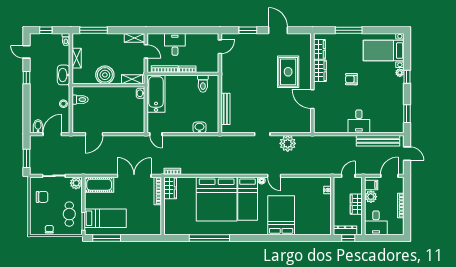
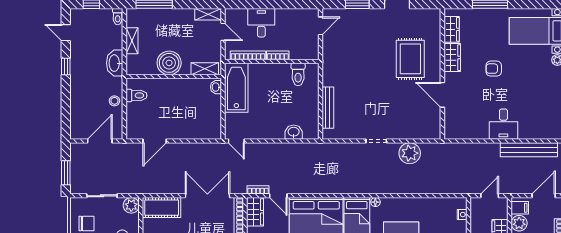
bidet: (38, 126) -> (81, 130), removed
door: (274, 176) -> (278, 196), moved

